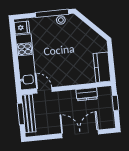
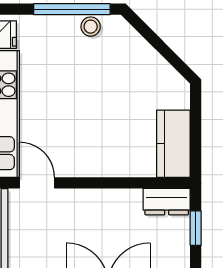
dresser: (87, 94) -> (167, 202), moved

